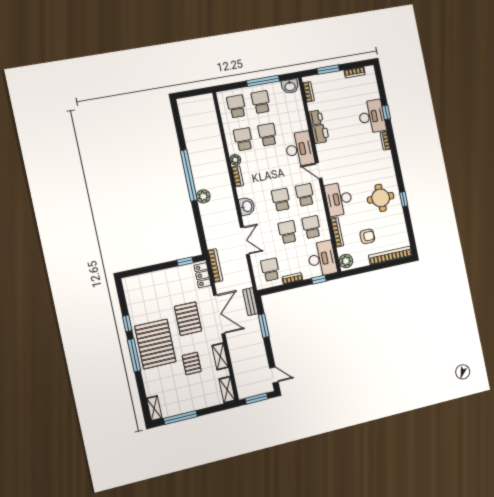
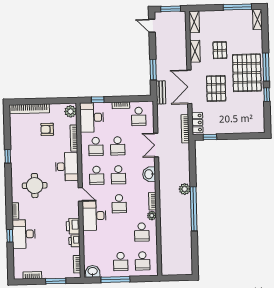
school desk: (268, 135) -> (119, 204), moved
round table: (381, 198) -> (35, 186), moved

